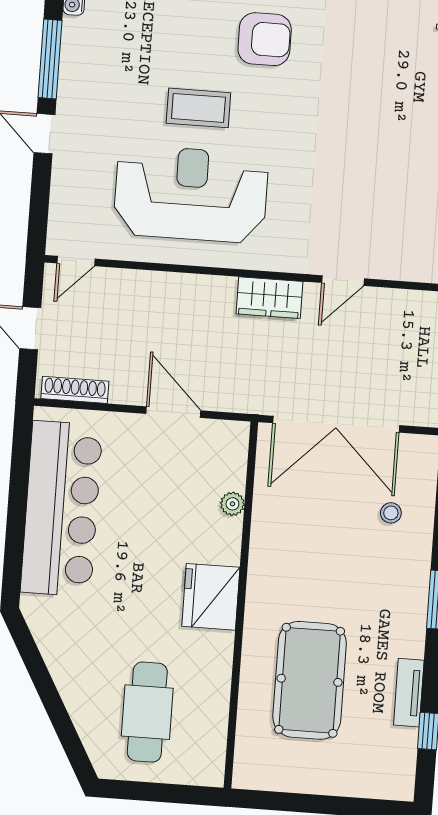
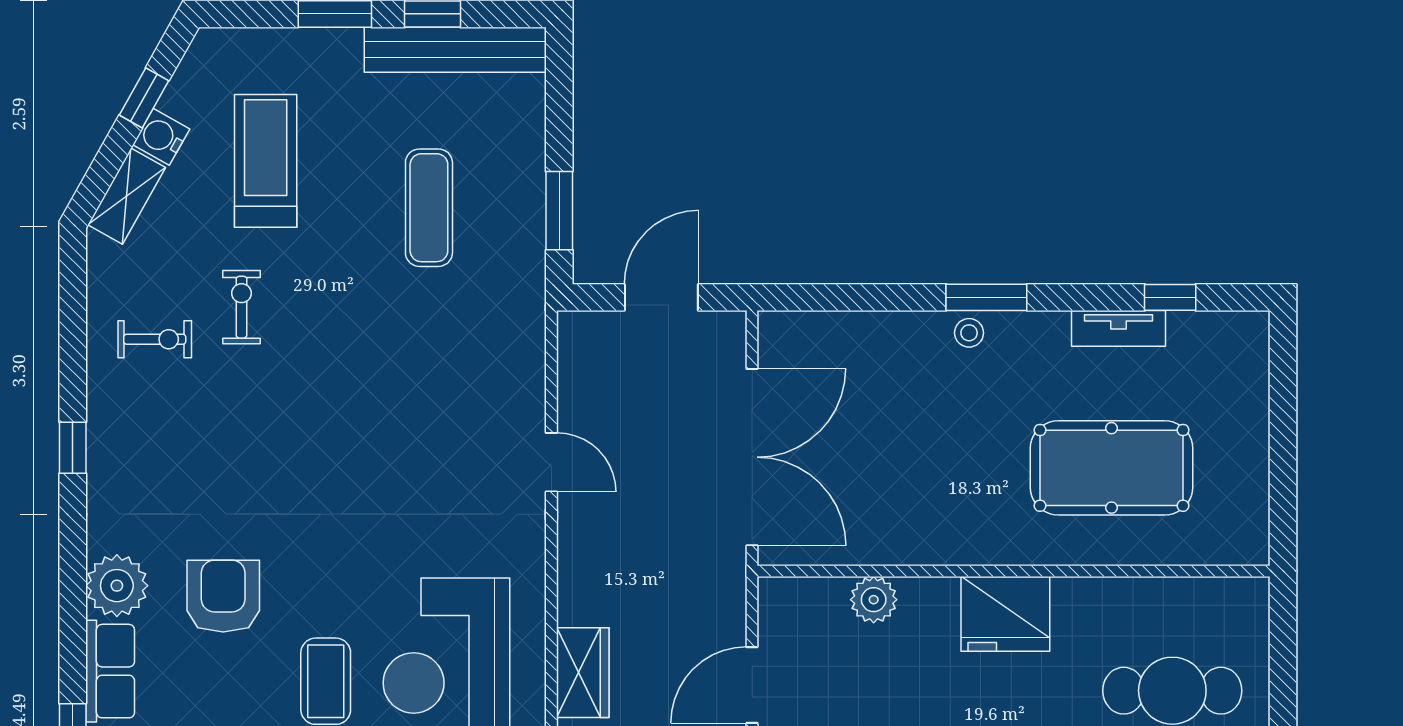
wardrobe: (269, 298) -> (583, 673), moved
plant: (232, 504) -> (874, 600), width x1.38, depth x1.38
stool: (391, 513) -> (969, 333), moved

